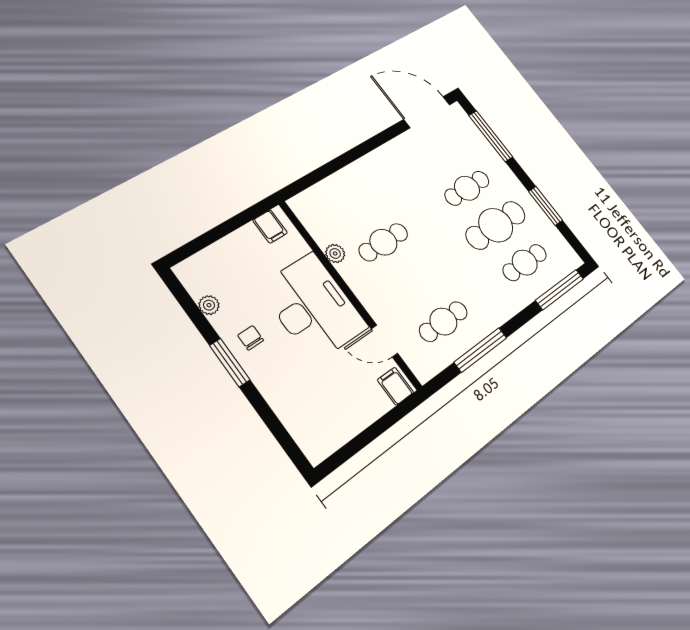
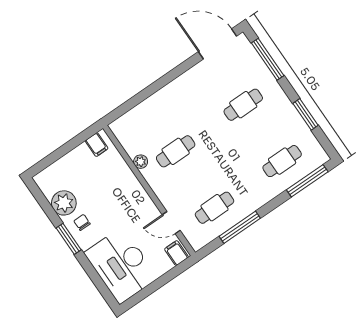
cafe table: (496, 225) -> (263, 133), removed
plant: (209, 305) -> (64, 203), width x1.87, depth x1.87
desk: (313, 307) -> (121, 265), moved, turned 180

